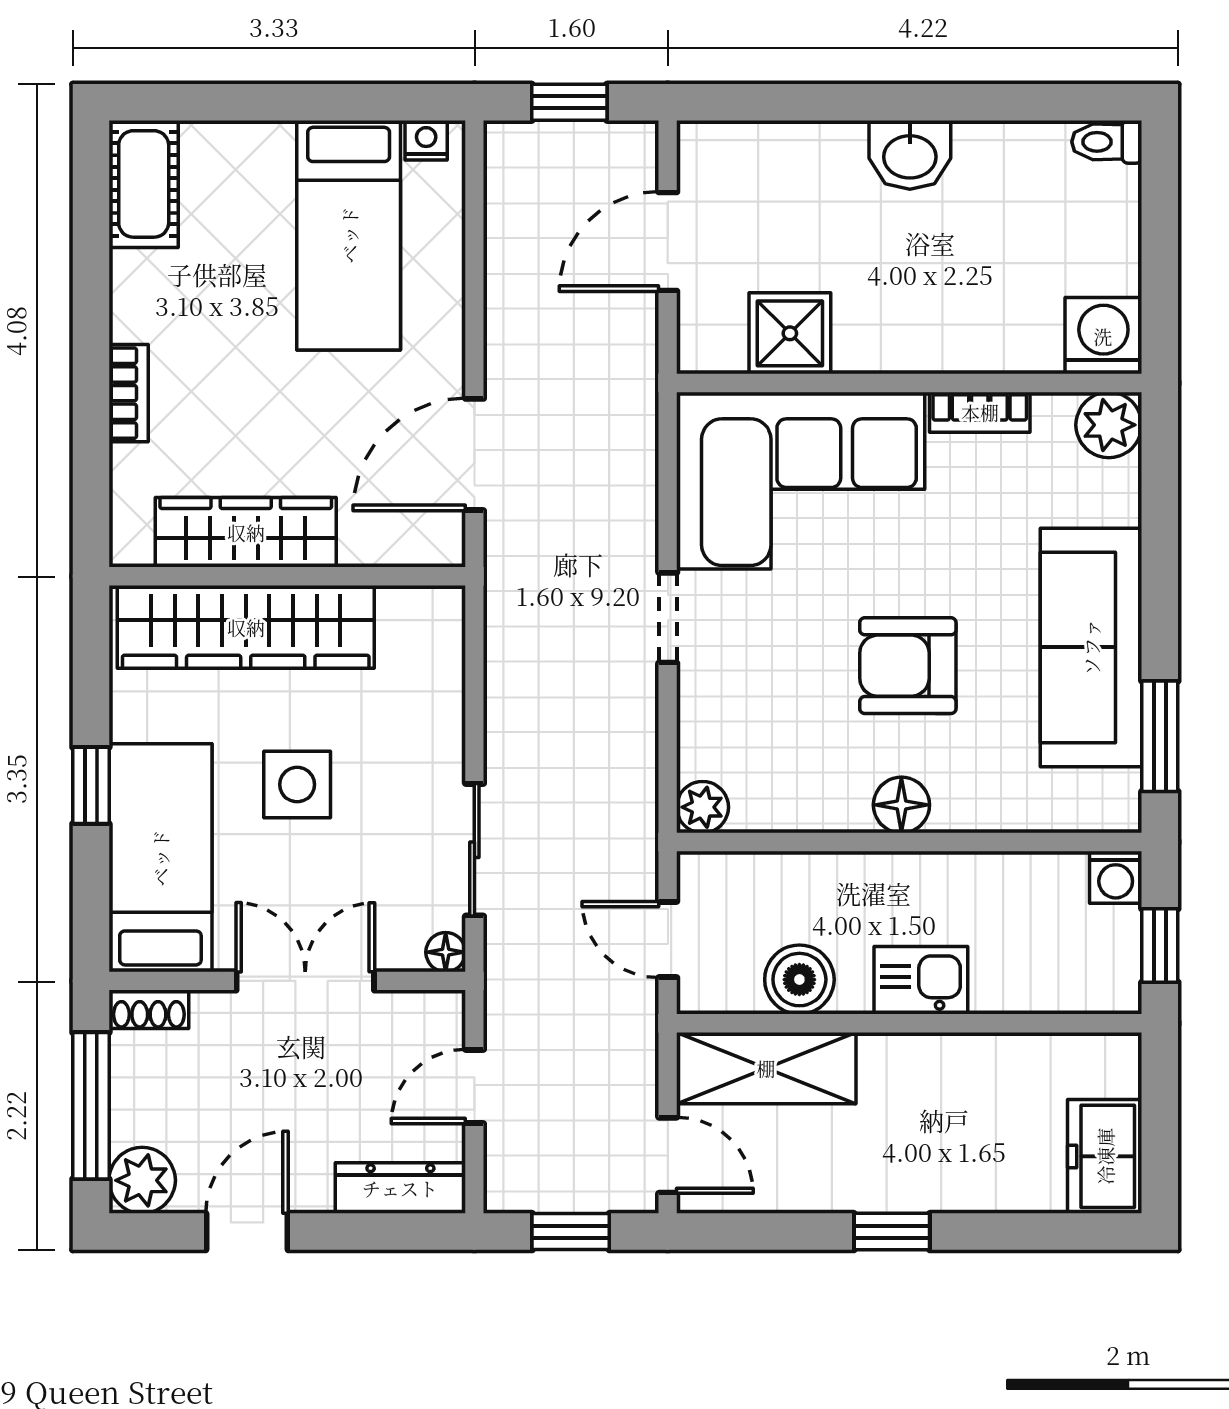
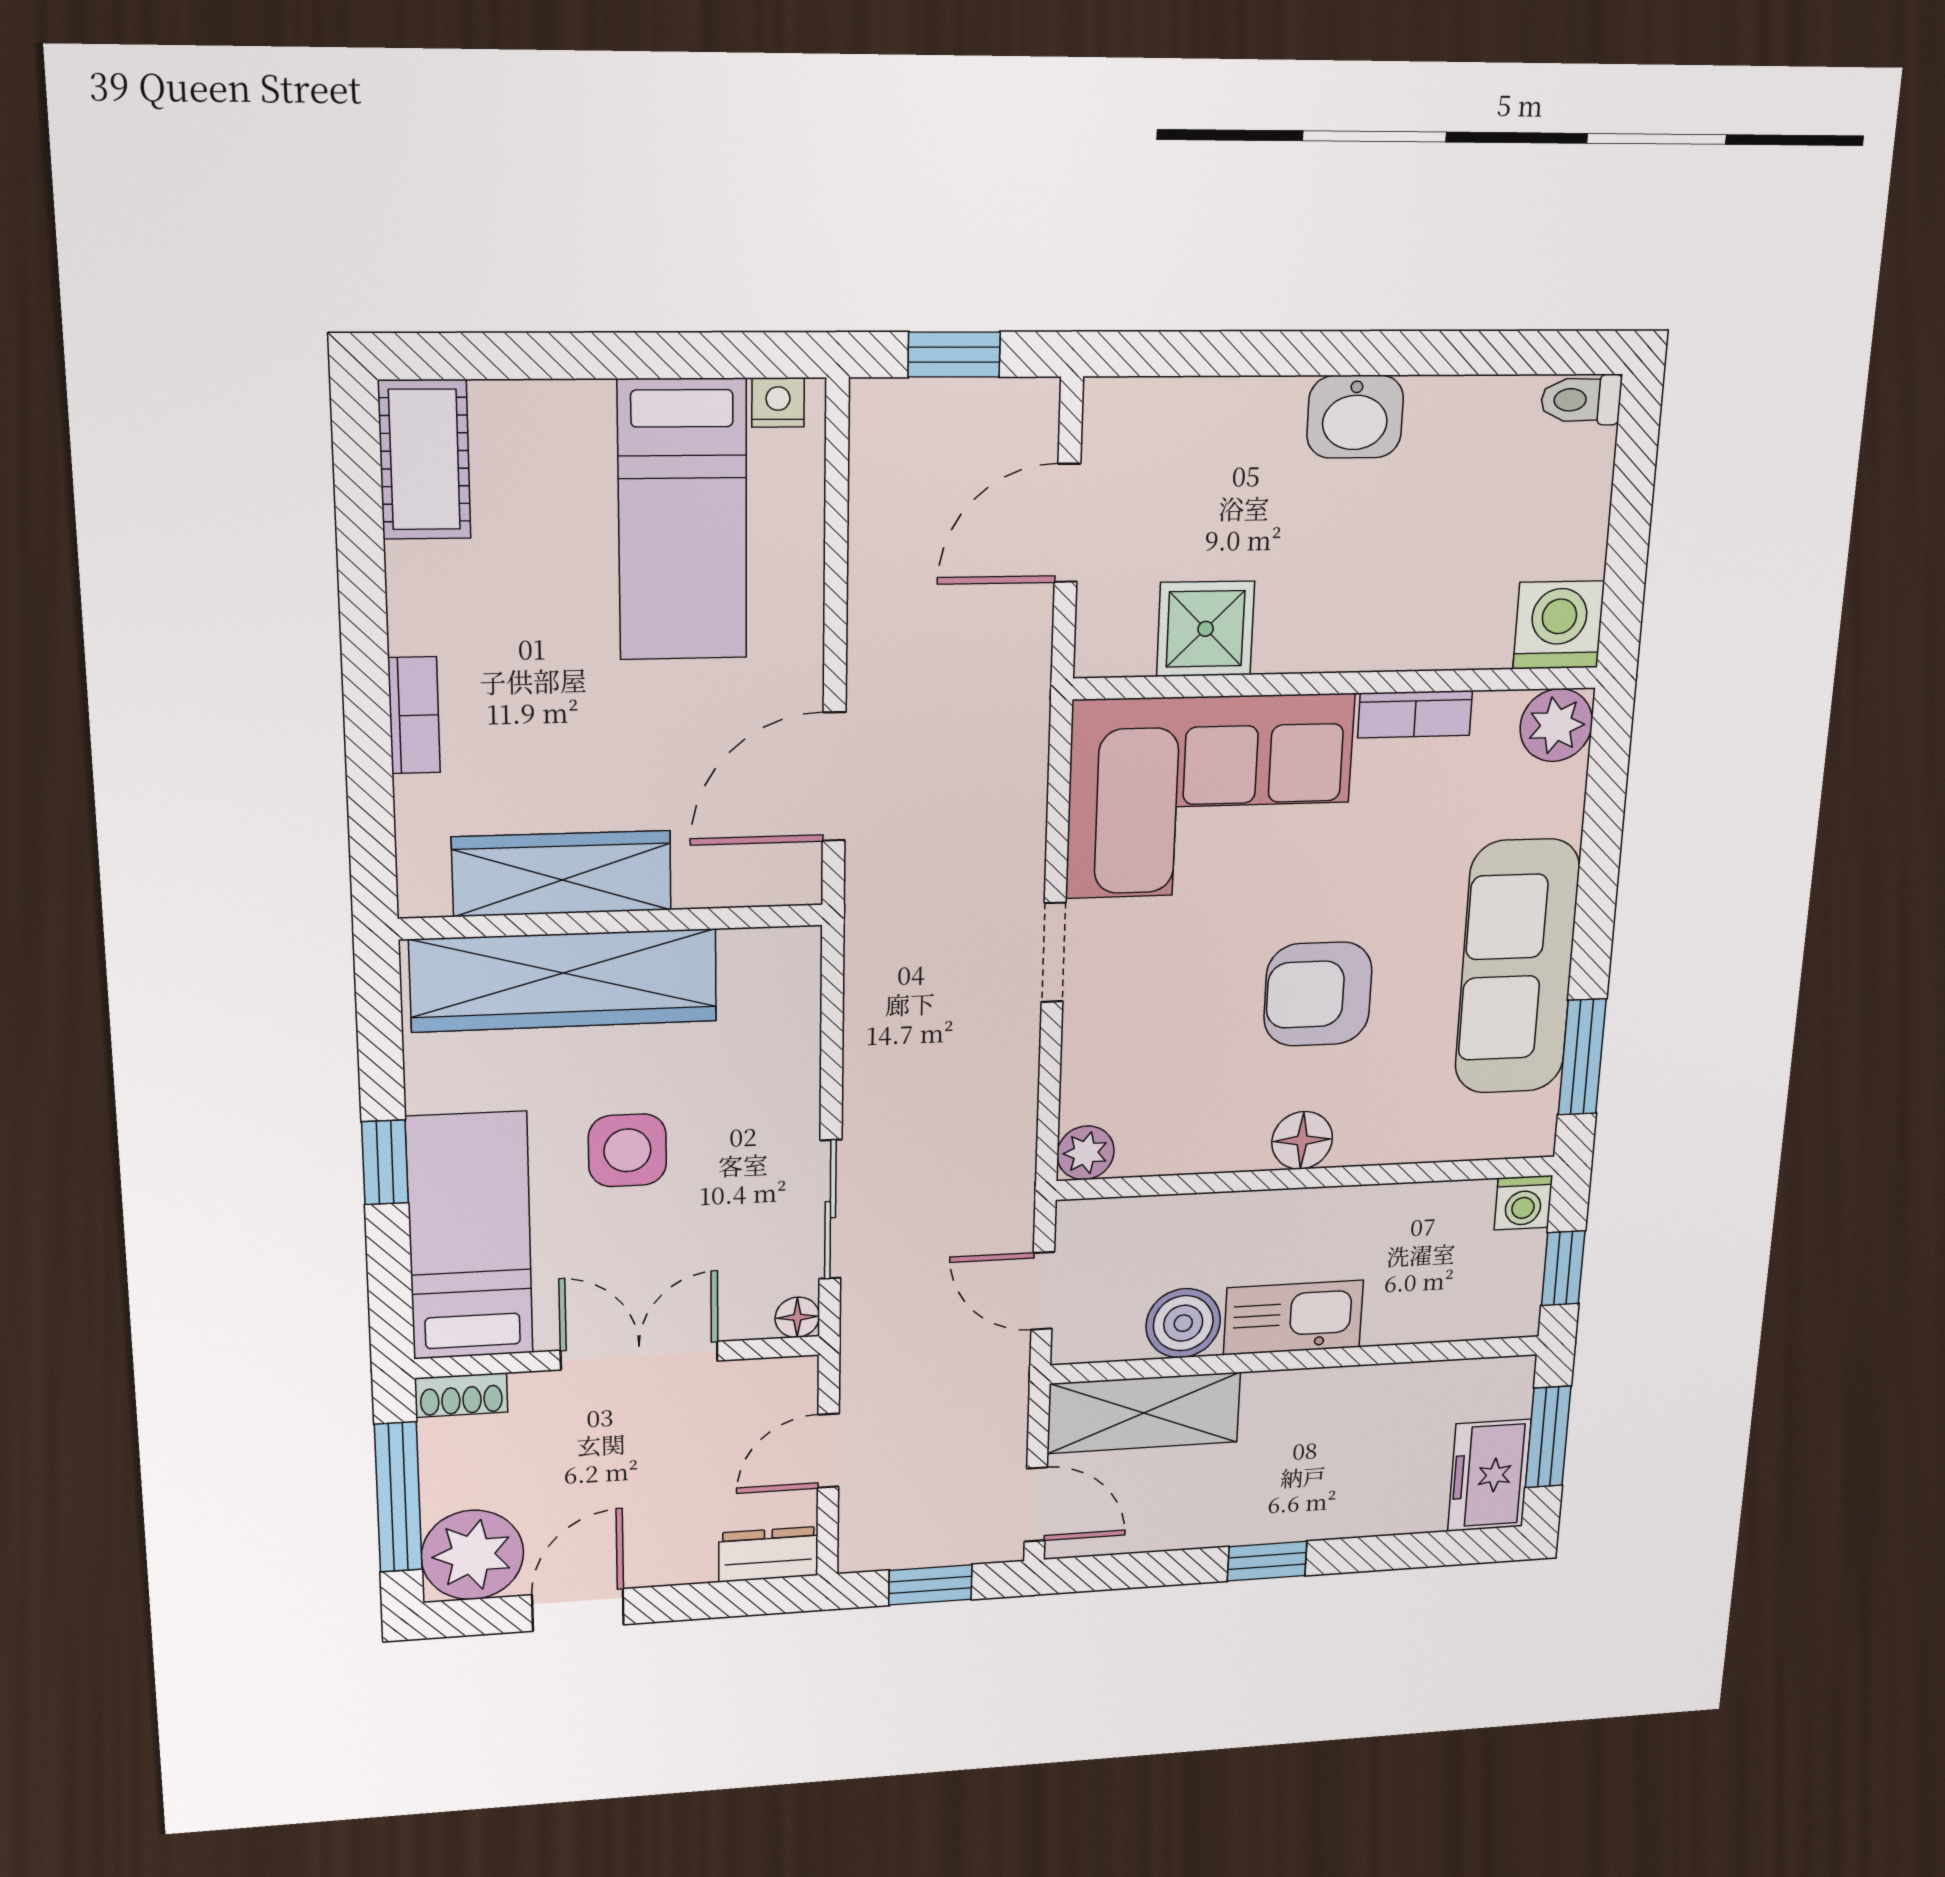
kitchen sink: (921, 980) -> (1293, 1318), width x1.38
window: (1160, 1120) -> (1548, 1437), added
plant: (142, 1180) -> (473, 1555), width x1.36, depth x1.36
dresser: (400, 1188) -> (768, 1554), width x0.70

